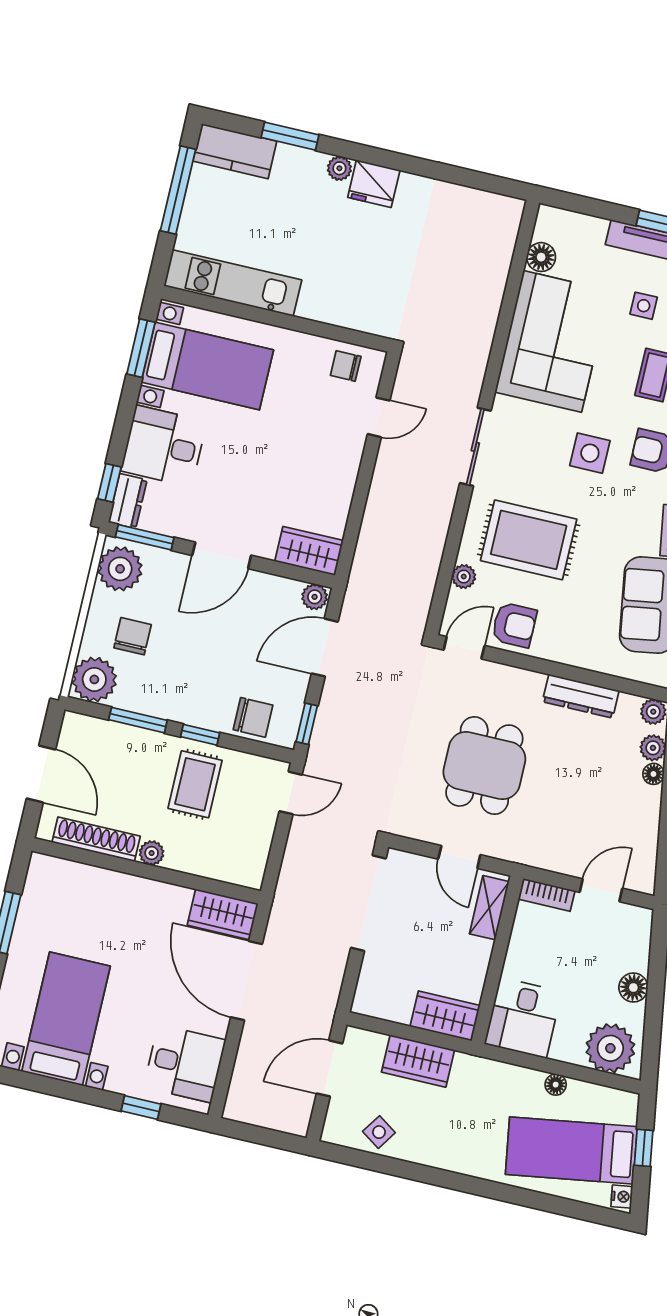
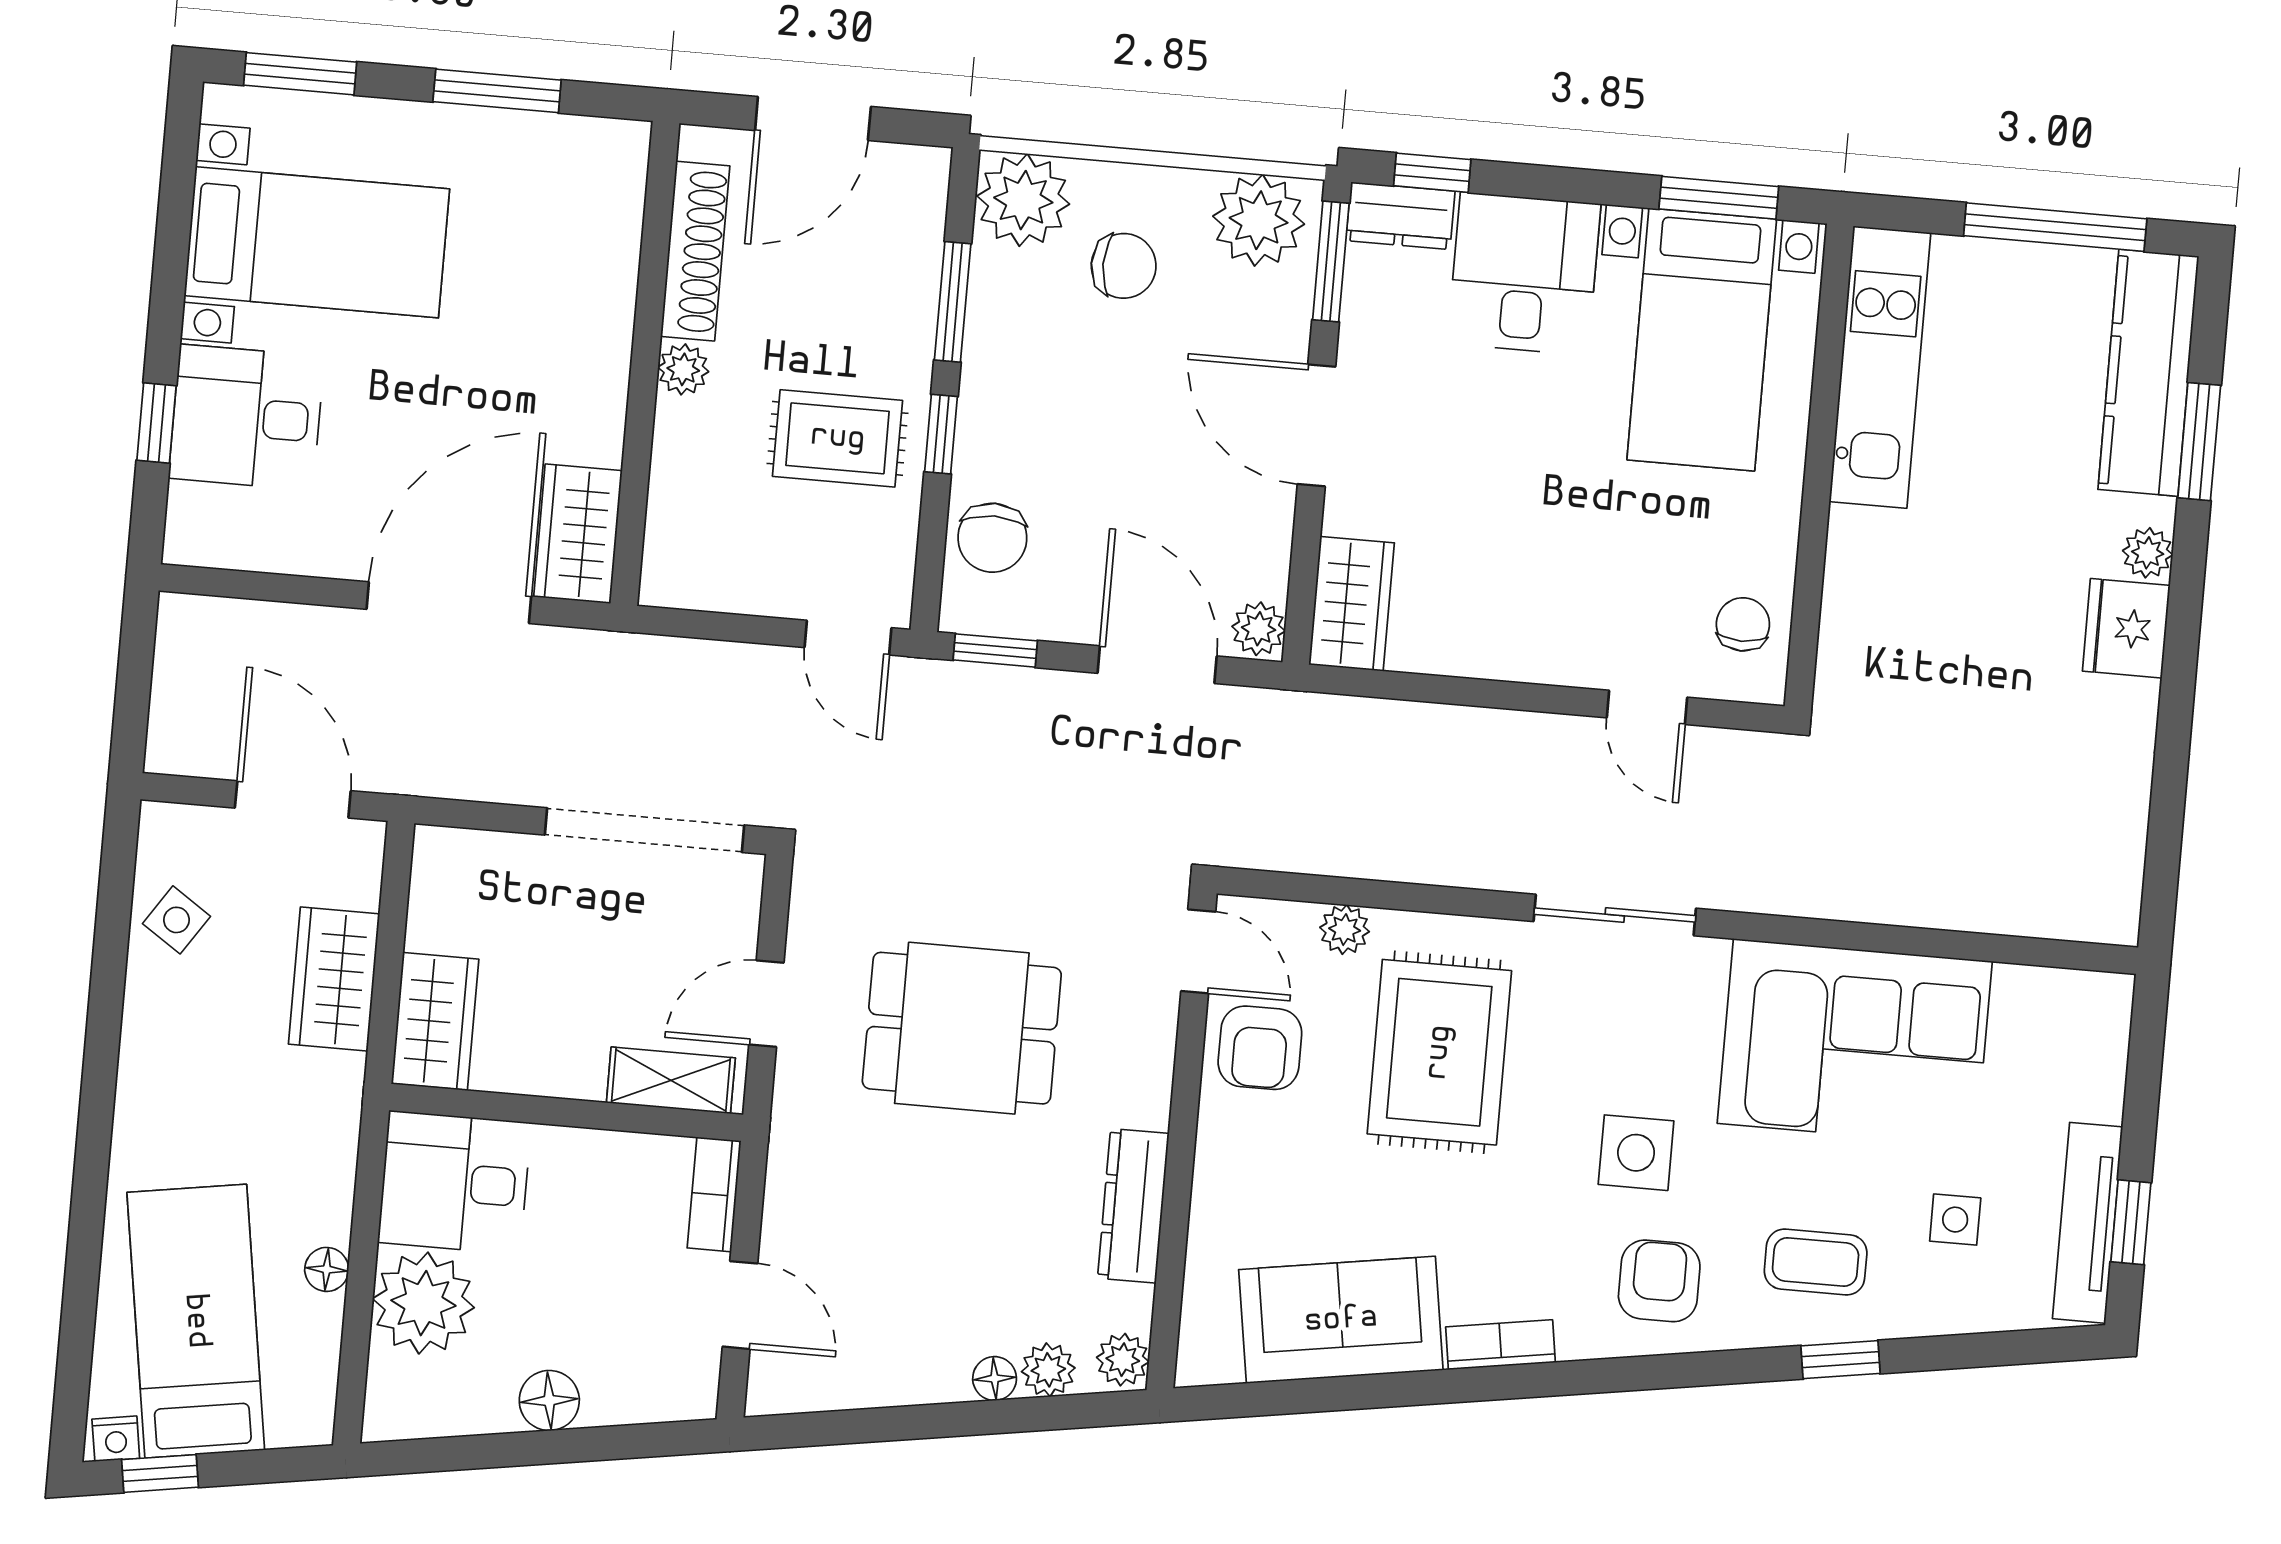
kitchen counter: (235, 151) -> (2148, 373), width x1.50
floor lamp: (541, 257) -> (2025, 994), removed
plant: (610, 1048) -> (423, 1303), moved
desk: (185, 1064) -> (246, 417), moved, turned 90
window: (644, 1148) -> (160, 1473), moved

